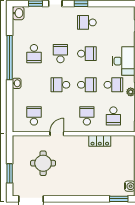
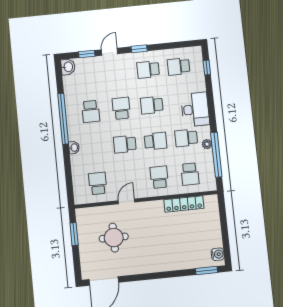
school desk: (113, 22) -> (179, 66), added
school desk: (87, 54) -> (152, 105), turned 180
school desk: (113, 85) -> (186, 138), turned 180
locker: (100, 141) -> (184, 204), width x1.53
window: (10, 173) -> (74, 234), moved

